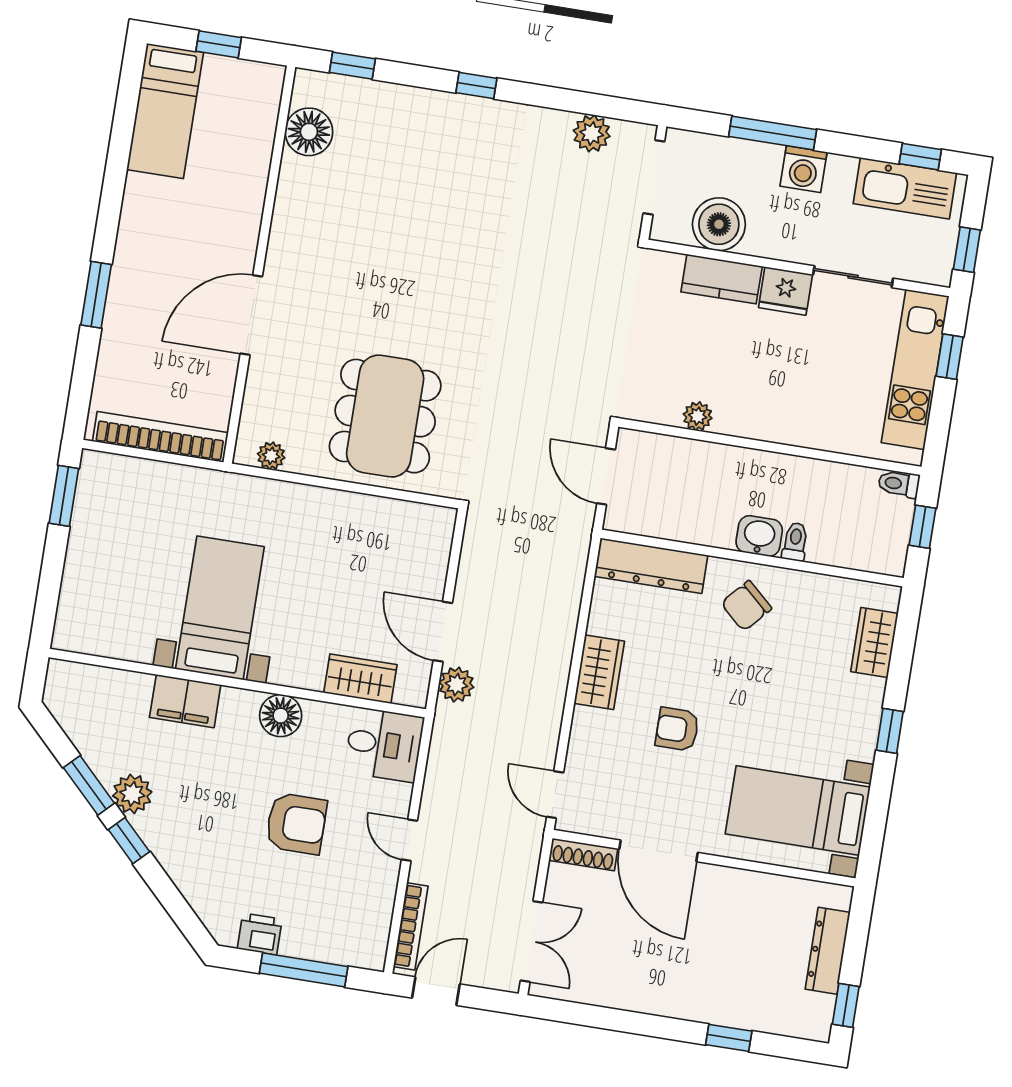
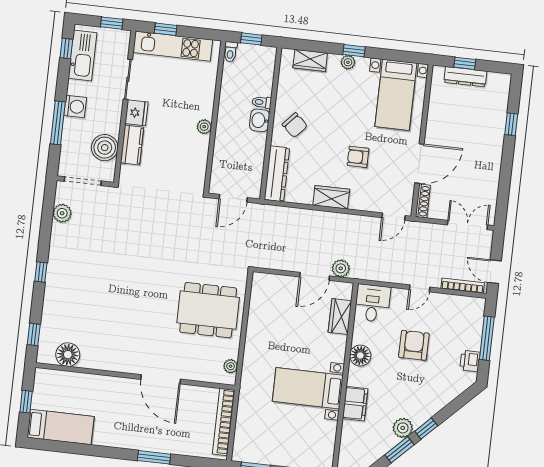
plant: (698, 416) -> (204, 127), moved
plant: (867, 718) -> (348, 62), added
armchair: (677, 729) -> (358, 157), turned 90
window: (846, 1005) -> (465, 63), moved

